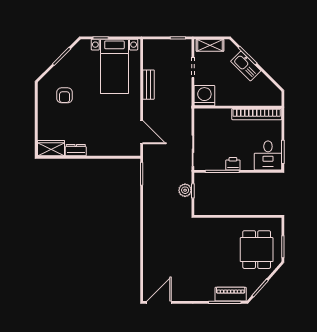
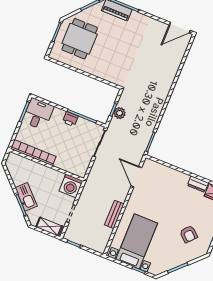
armchair: (65, 95) -> (189, 234), turned 132

